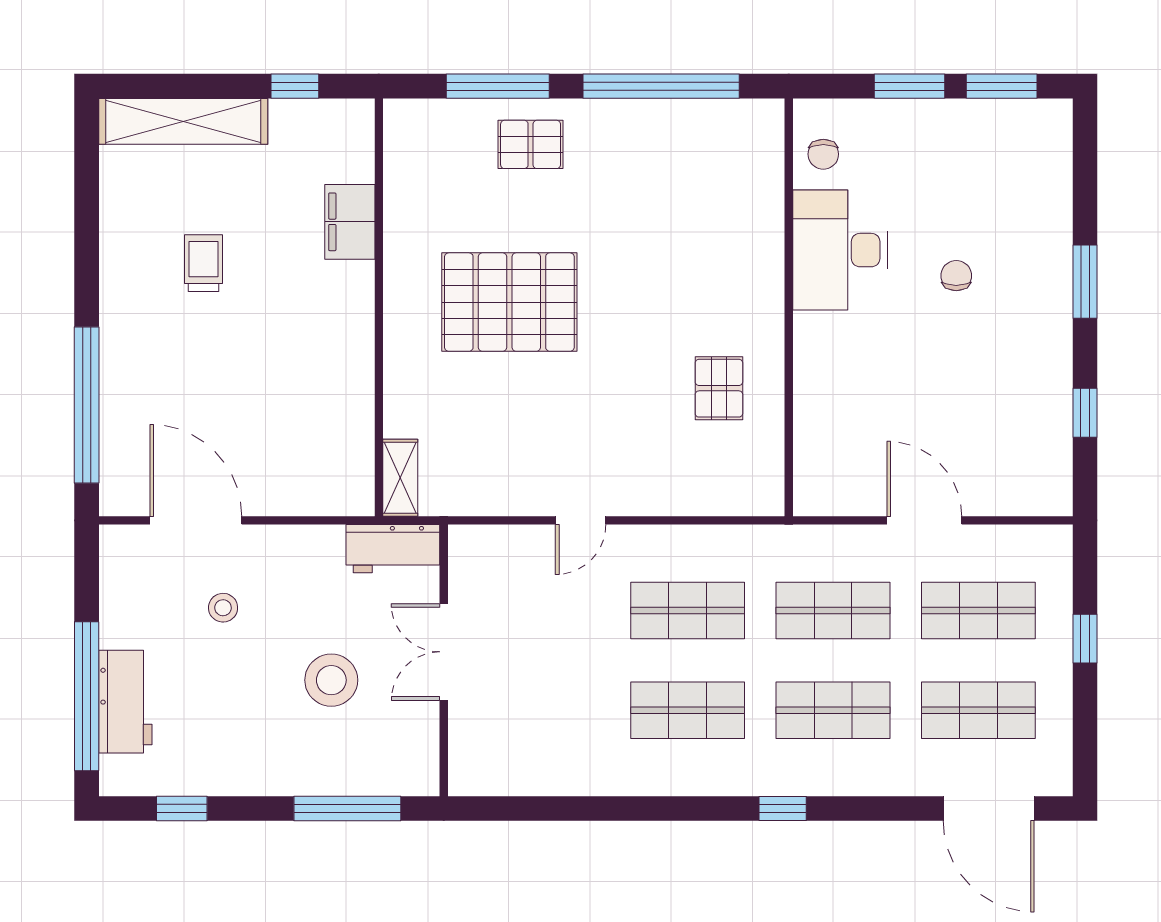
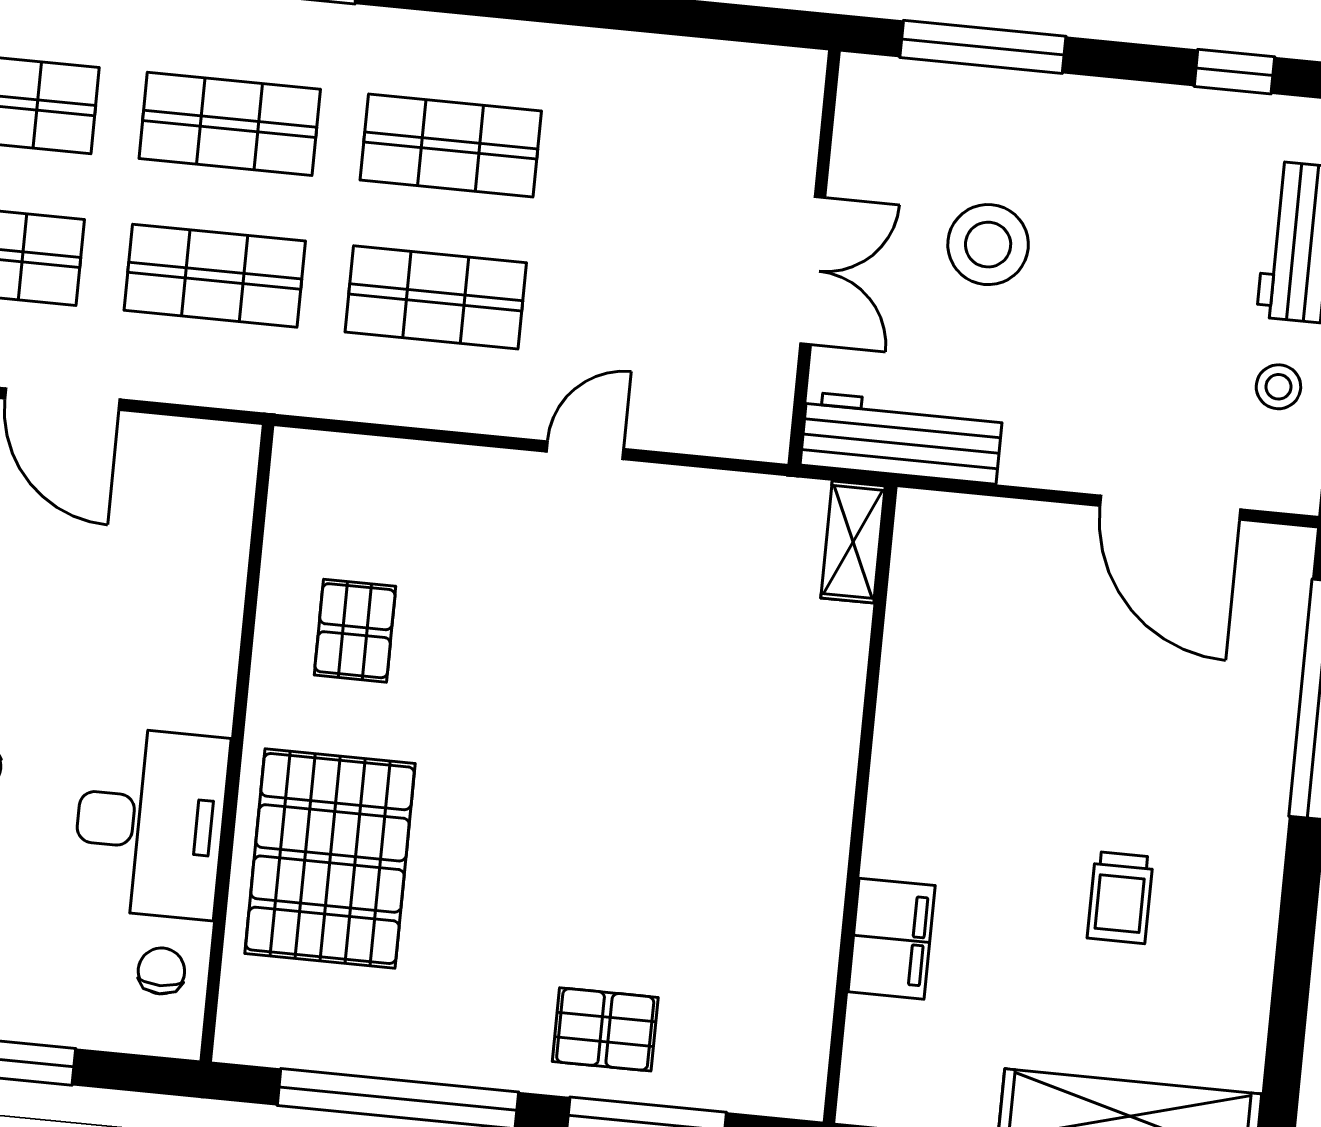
pallet: (509, 302) -> (330, 858), moved, turned 90
workbench: (393, 549) -> (902, 438), width x1.38
stool: (223, 608) -> (1278, 387), moved

